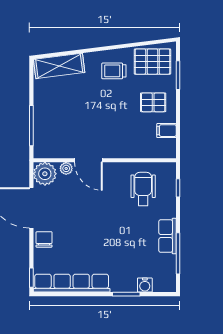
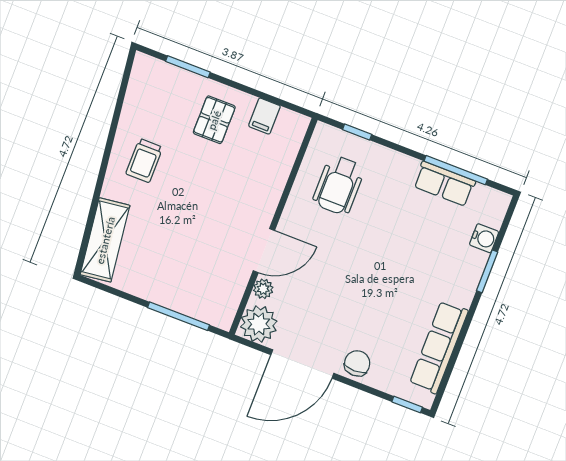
pallet: (152, 62) -> (153, 97), removed
wheelchair: (143, 189) -> (339, 185), turned -90
row of seats: (168, 236) -> (444, 184), moved
chair: (44, 239) -> (357, 363), turned 90
row of seats: (72, 283) -> (439, 347), width x0.73

